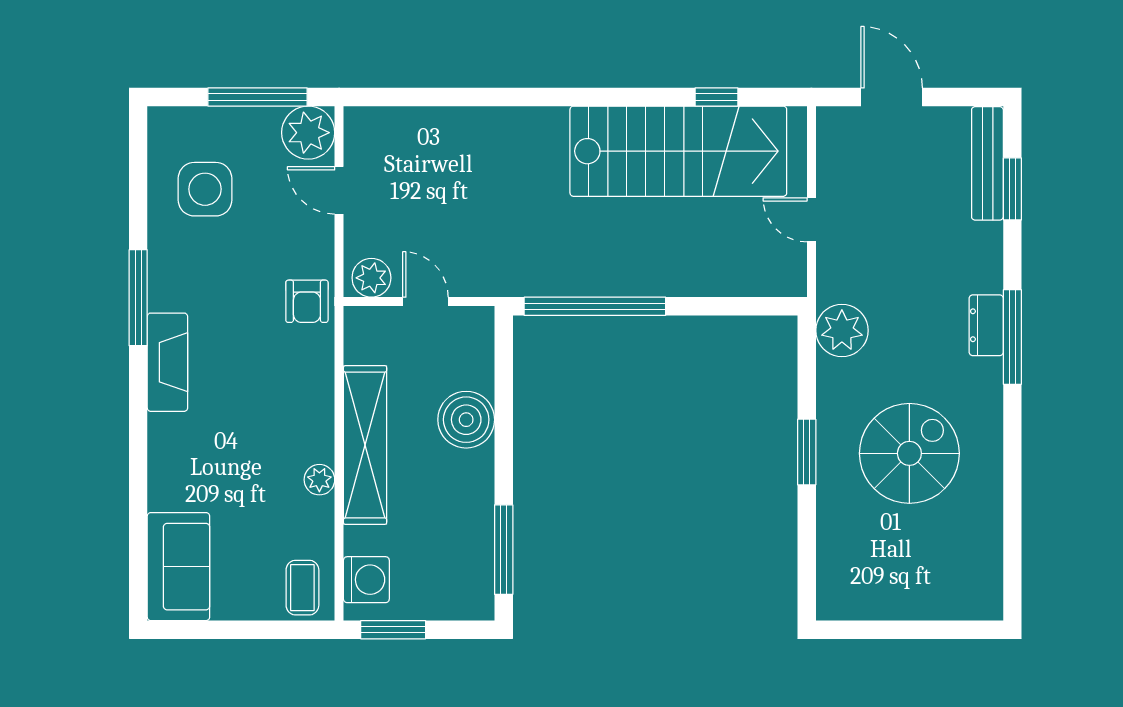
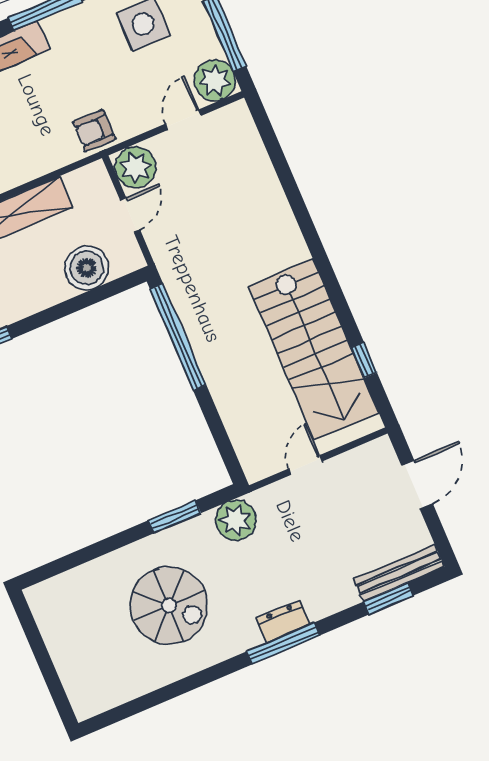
plant: (371, 278) -> (136, 167), width x1.36, depth x1.36
boiler: (466, 420) -> (87, 268), moved
window: (807, 452) -> (175, 517), moved

